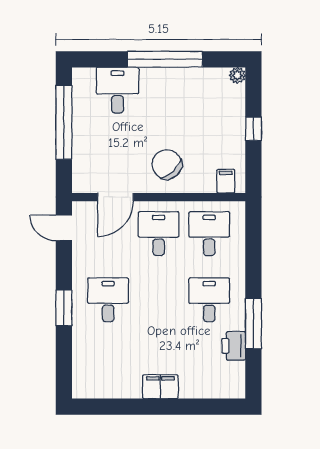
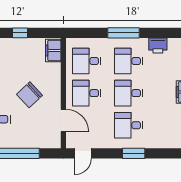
chair: (167, 164) -> (30, 95), moved
filing cabinet: (226, 181) -> (53, 50), width x2.00
desk: (159, 300) -> (129, 93), added
window: (253, 324) -> (123, 33), moved

